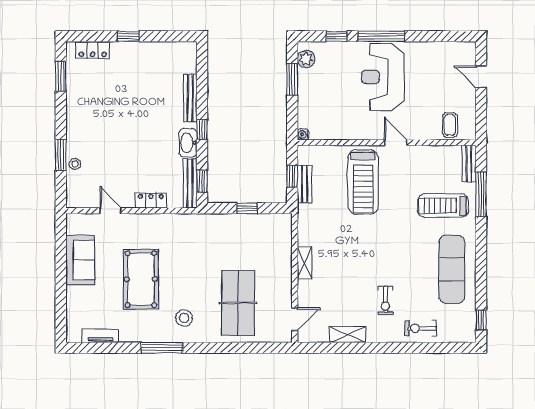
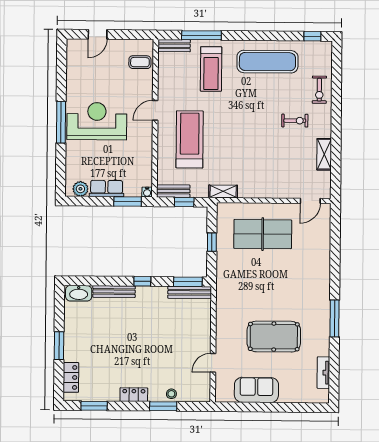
window: (128, 36) -> (59, 346), width x1.50
window: (336, 36) -> (61, 162), removed
reception desk: (383, 77) -> (97, 121), turned 180
window: (292, 79) -> (128, 202), moved
row of seats: (307, 89) -> (107, 189), added
washbasin: (188, 143) -> (79, 293), moved
window: (202, 181) -> (188, 282), width x1.50
treadmill: (363, 182) -> (190, 139), turned -90
bench: (304, 184) -> (173, 191), moved
locker: (151, 200) -> (134, 395), moved, turned 90
shelving: (305, 263) -> (223, 191), moved
table tennis table: (238, 303) -> (263, 234), moved
stool: (184, 318) -> (308, 299), removed
door: (295, 319) -> (310, 201), swing flipped

